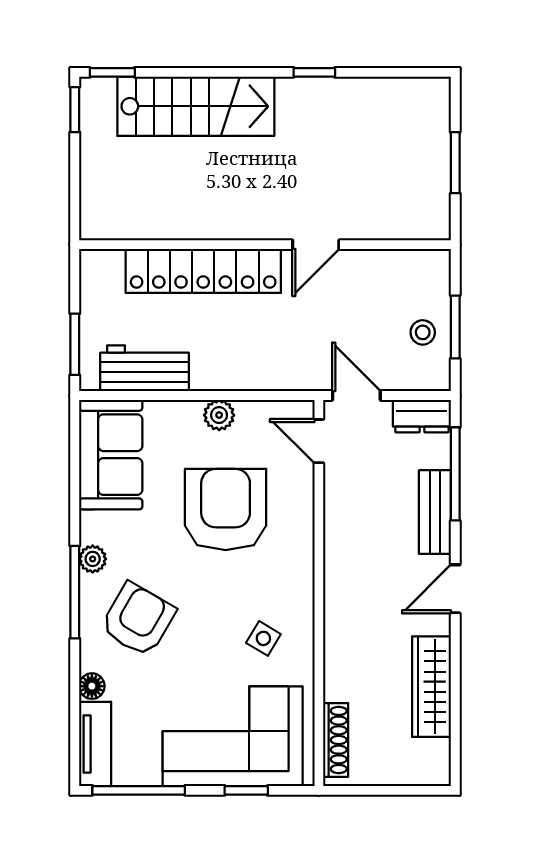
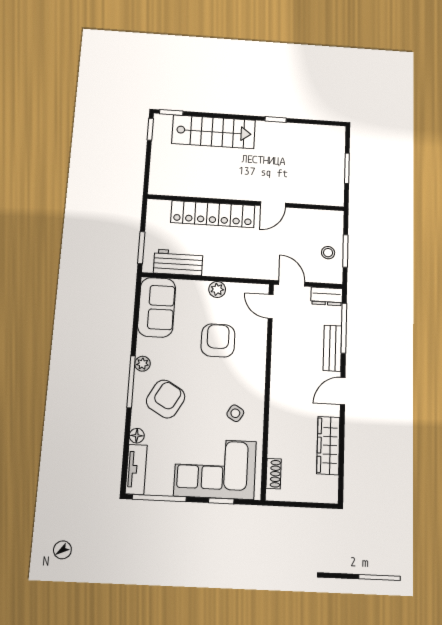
armchair: (226, 509) -> (218, 340), width x0.73, depth x0.73
shoe rack: (336, 740) -> (274, 474), width x0.70

